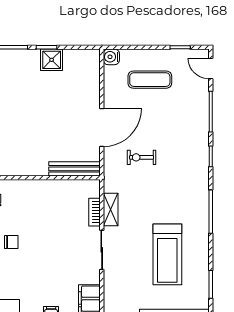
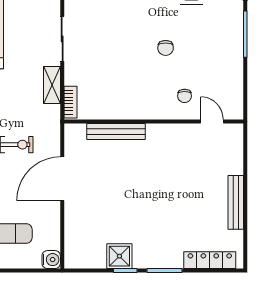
bench: (74, 169) -> (116, 132), moved
bookcase: (94, 212) -> (70, 102), moved
chair: (11, 242) -> (166, 48), turned -90

